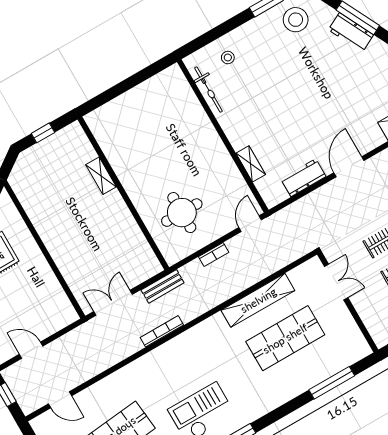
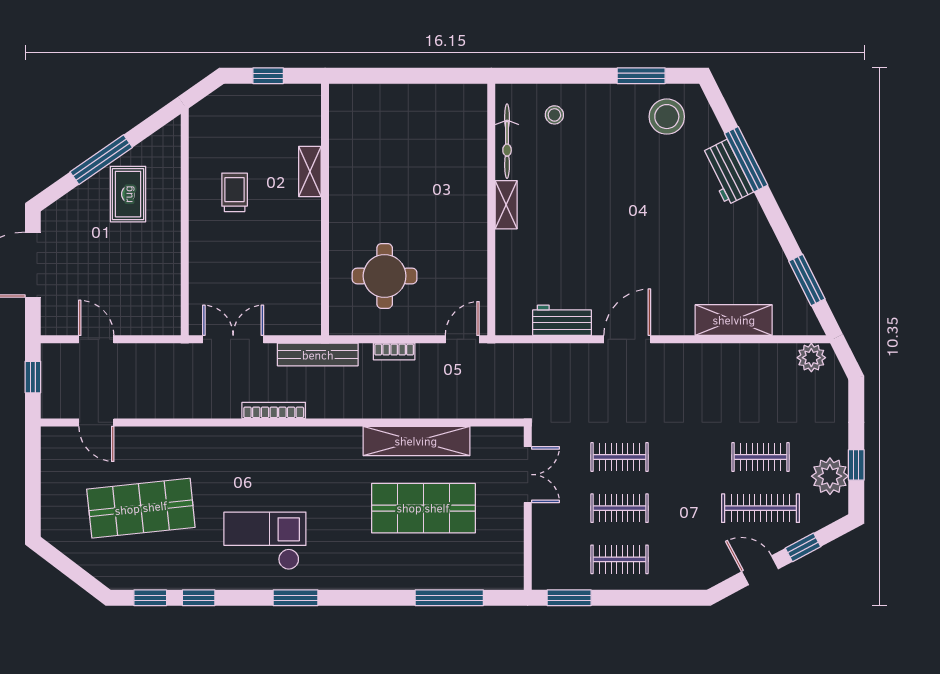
shelving: (251, 164) -> (506, 205), moved
trolley: (63, 214) -> (235, 192), added
bench: (163, 286) -> (318, 355), width x1.36

